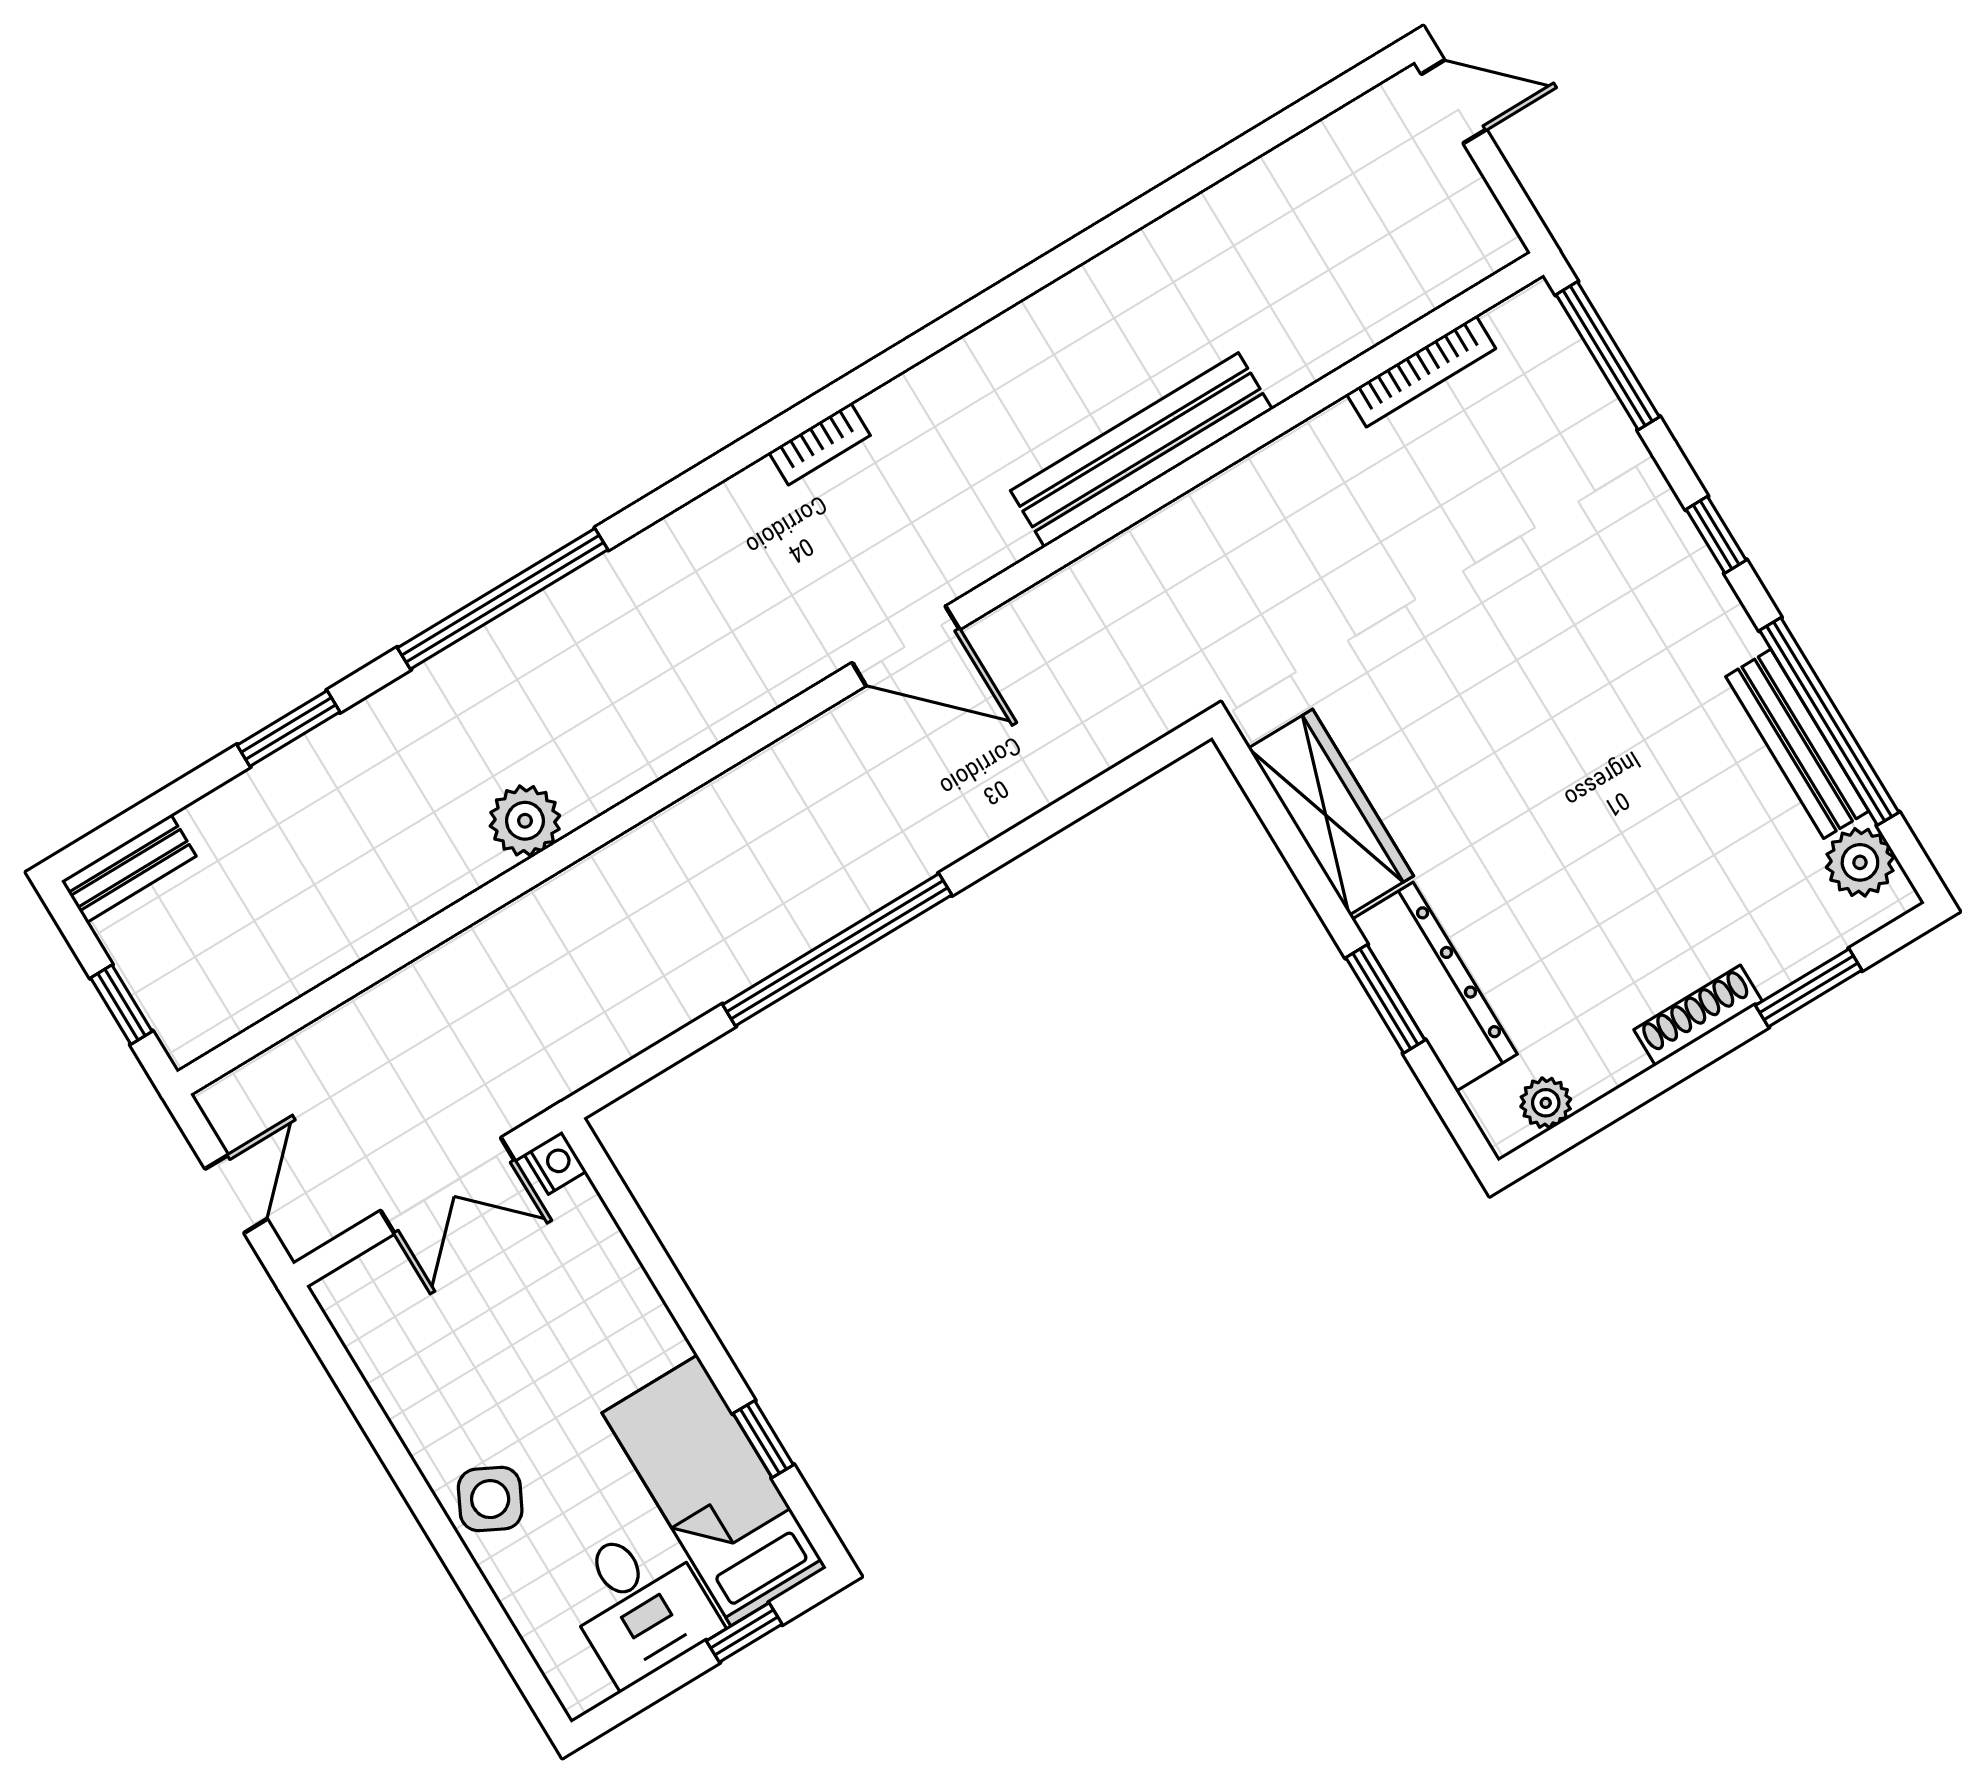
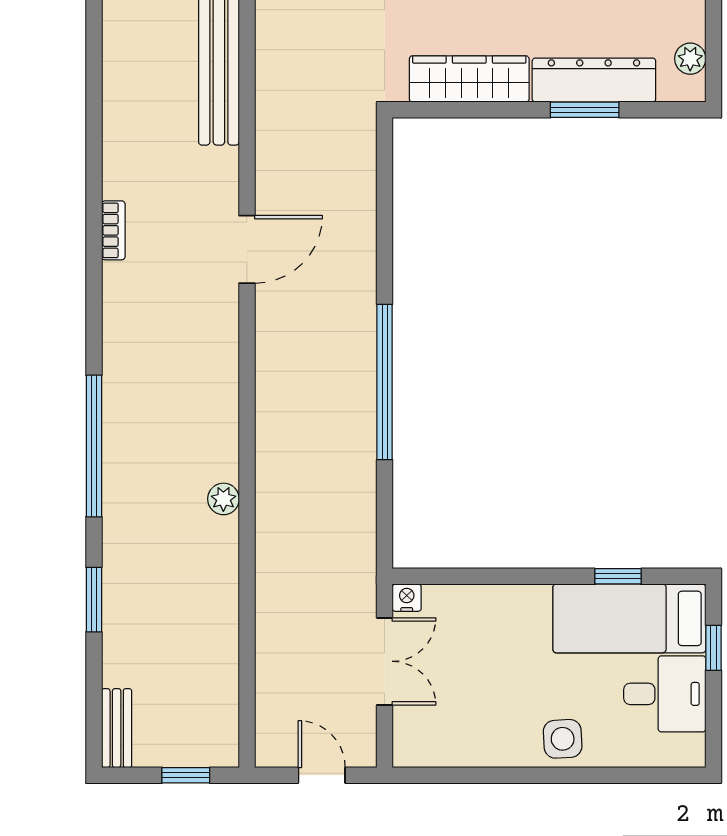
plant: (525, 821) -> (223, 499), width x0.73, depth x0.73
side table: (490, 1499) -> (563, 739), turned -30

